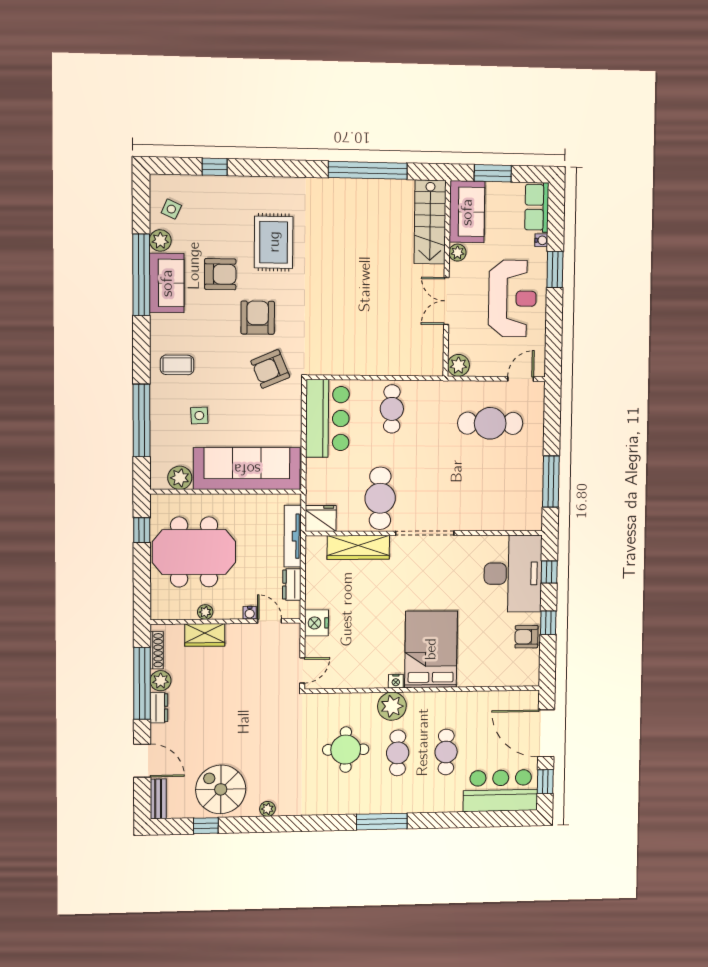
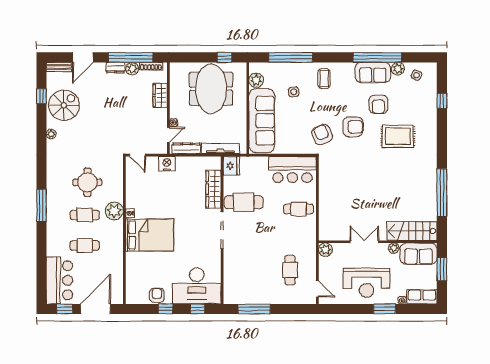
cafe table: (490, 423) -> (290, 270), width x0.73, depth x0.74
dresser: (292, 585) -> (186, 148), width x1.44
plant: (205, 612) -> (174, 96), removed

